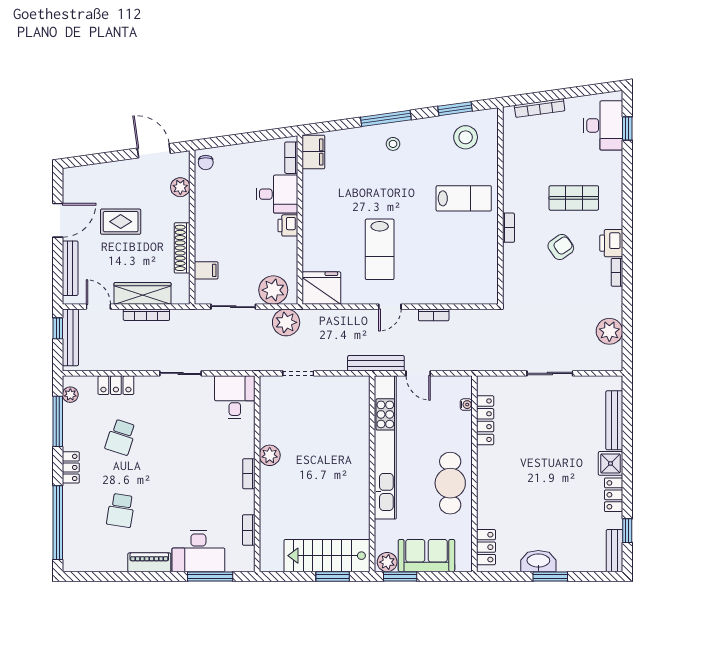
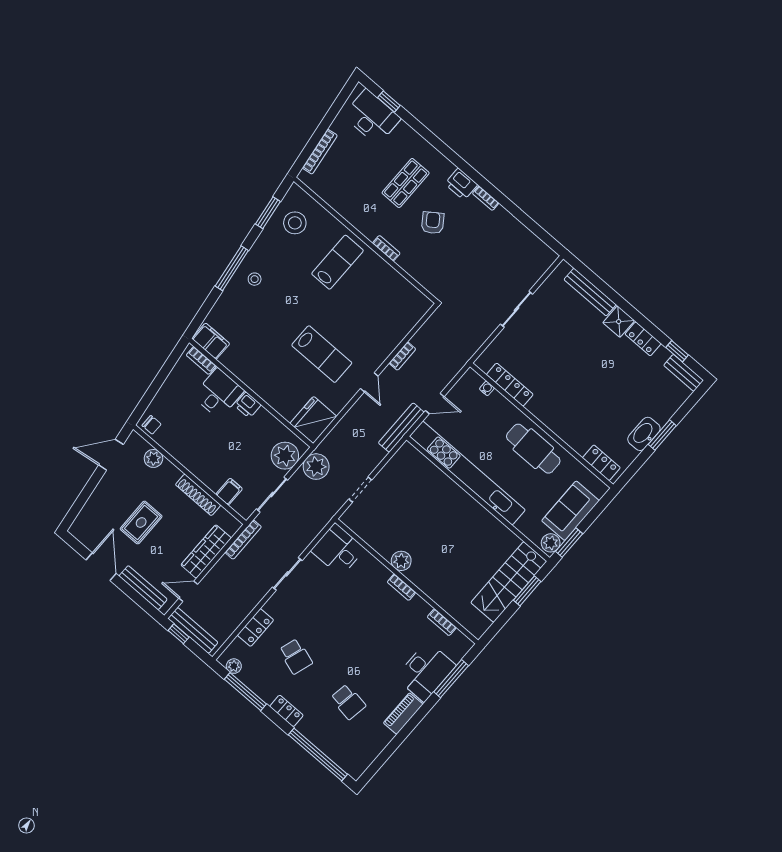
bookcase: (146, 315) -> (243, 540), moved
plant: (609, 331) -> (523, 240), removed

